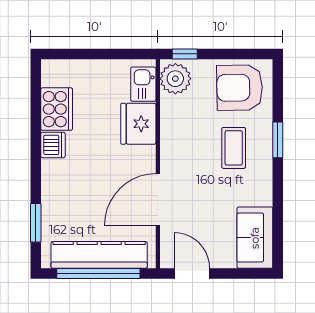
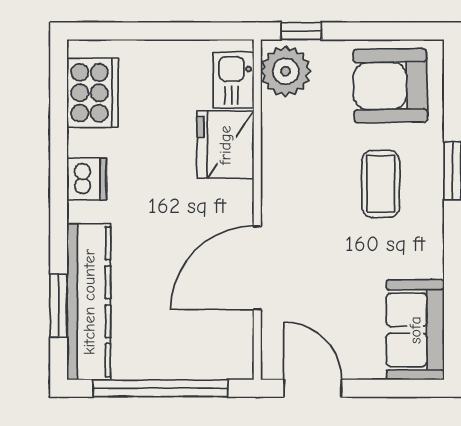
cooker: (57, 109) -> (93, 93), moved
kitchen counter: (99, 255) -> (89, 302), moved, turned 90

